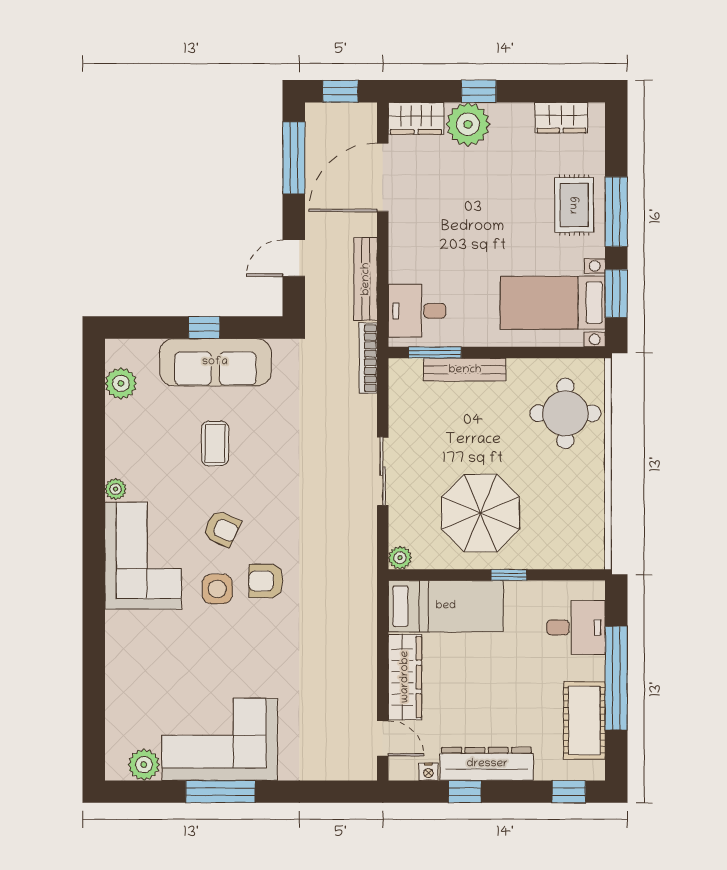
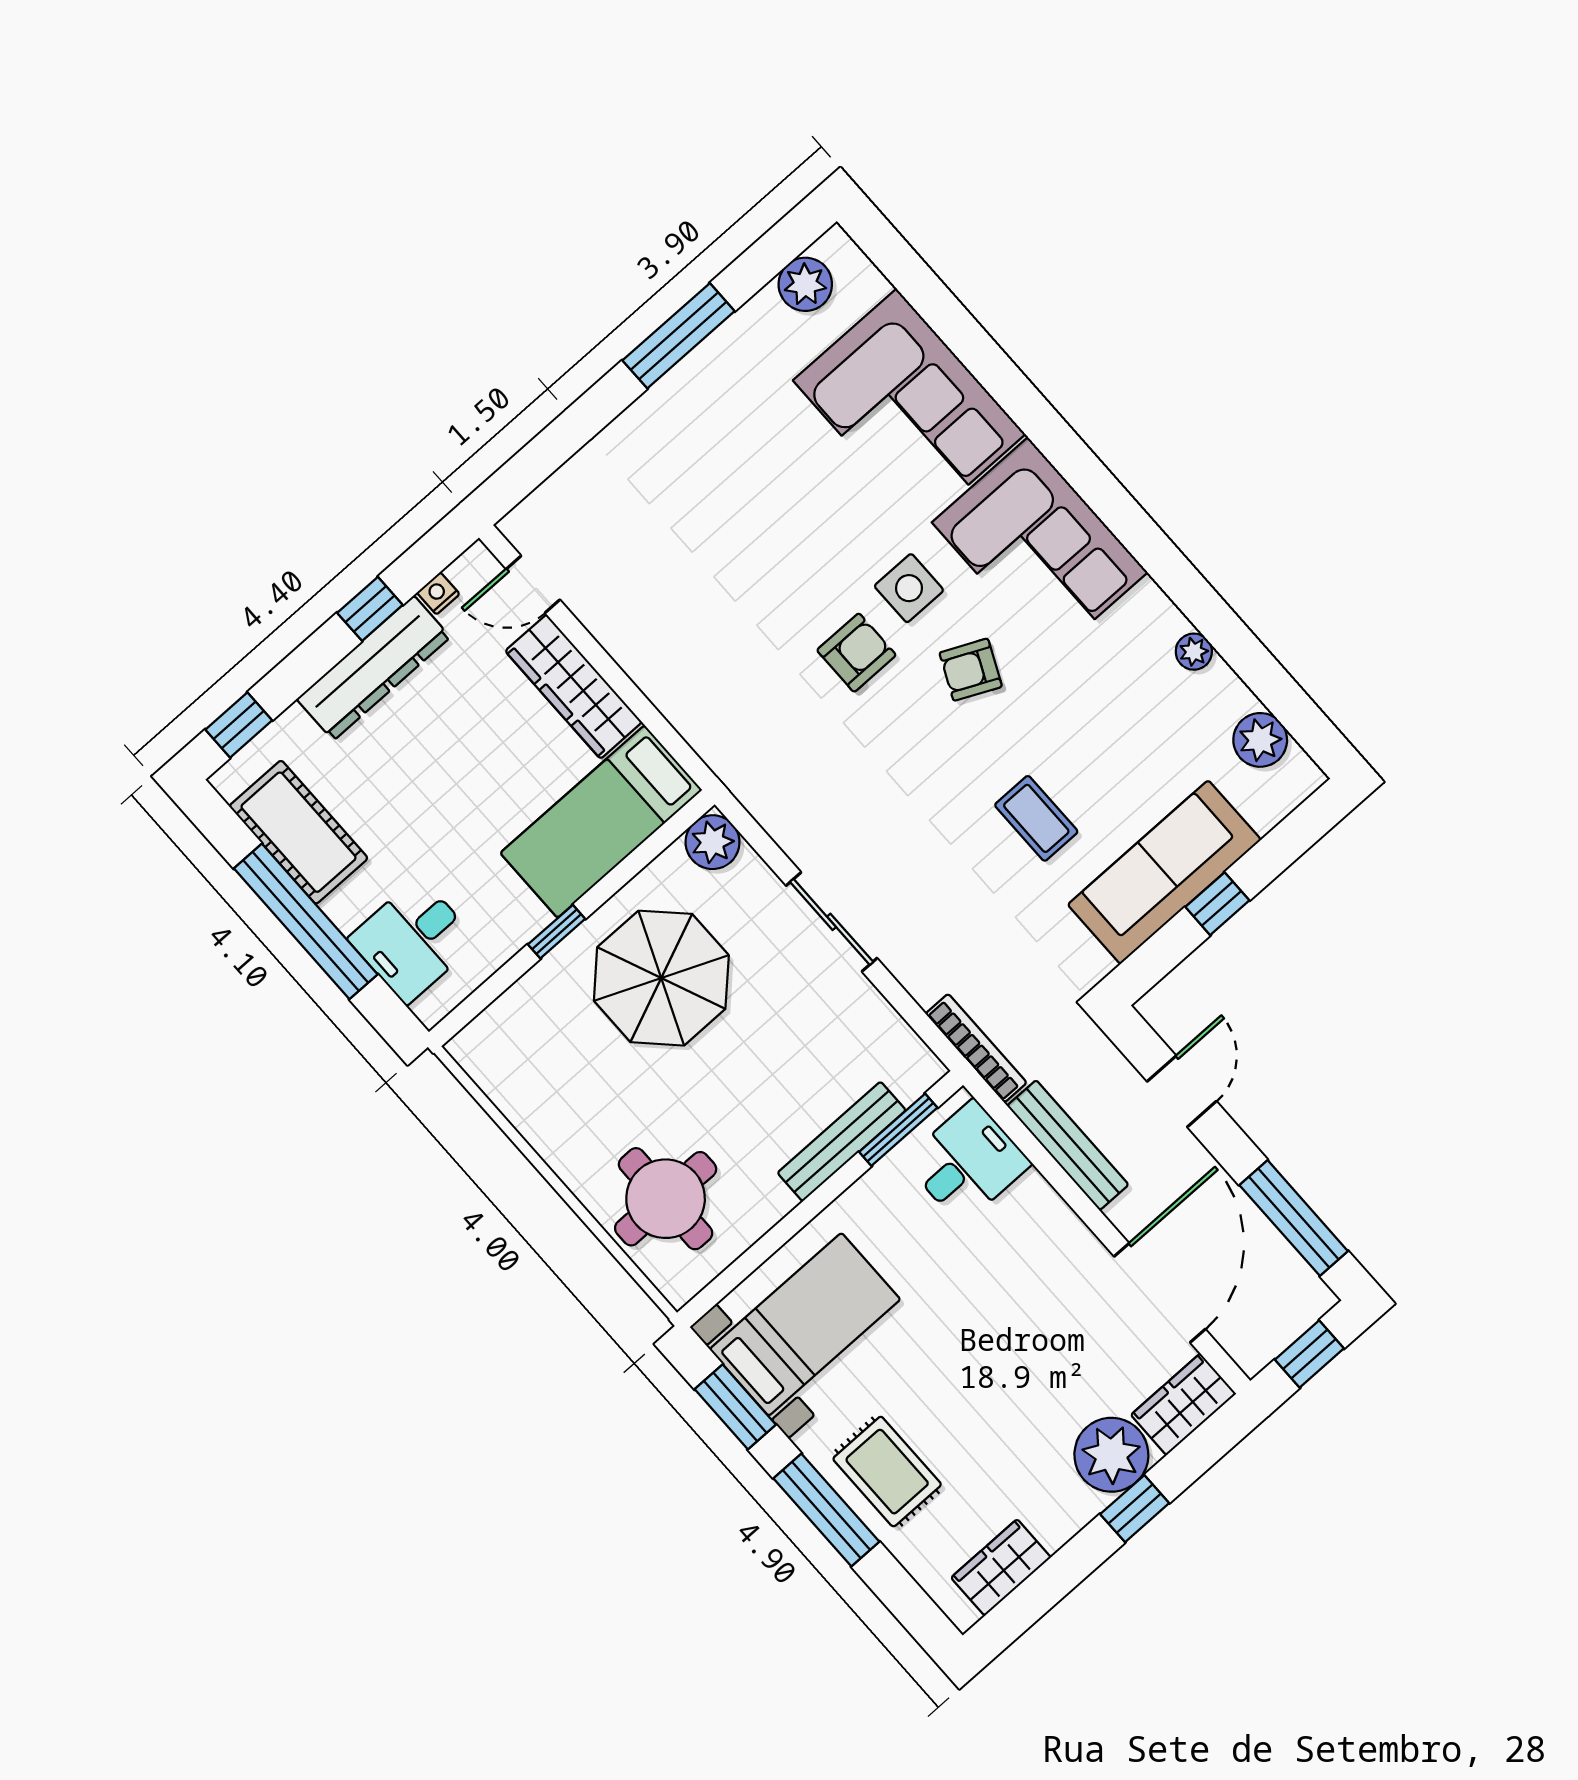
coffee table: (215, 443) -> (1036, 818), moved
plant: (116, 489) -> (1194, 652), moved
plant: (400, 558) -> (713, 842), width x1.38, depth x1.38
corner sofa: (220, 739) -> (909, 407), moved, turned 90

